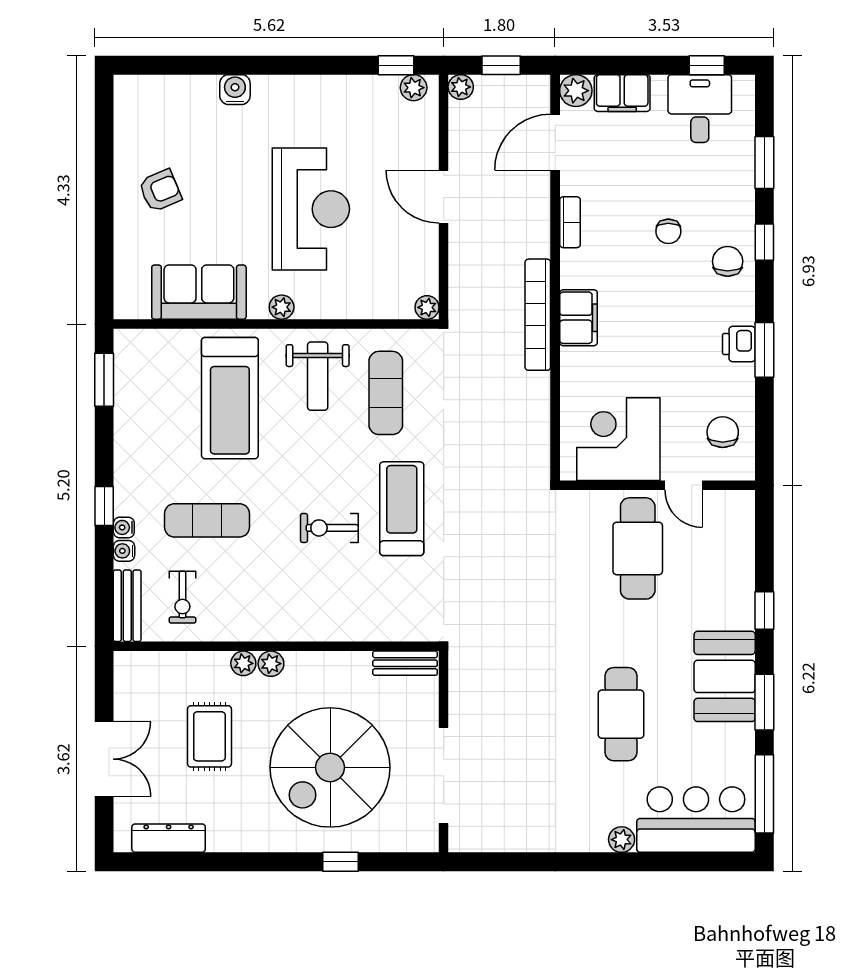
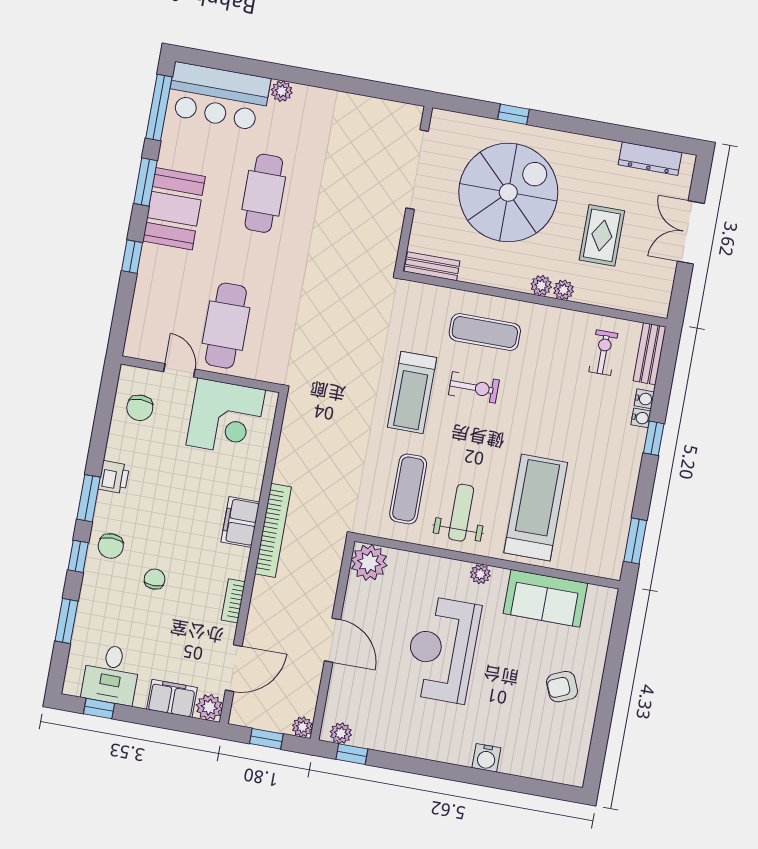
plant: (427, 307) -> (369, 562), width x1.88, depth x1.88
window: (764, 350) -> (89, 498), moved
exercise mat: (207, 520) -> (485, 332), moved

